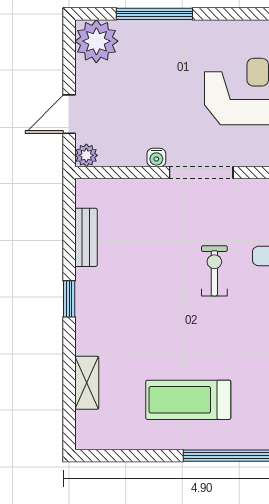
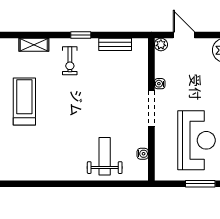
exercise bike: (214, 271) -> (70, 61), moved, turned 90

